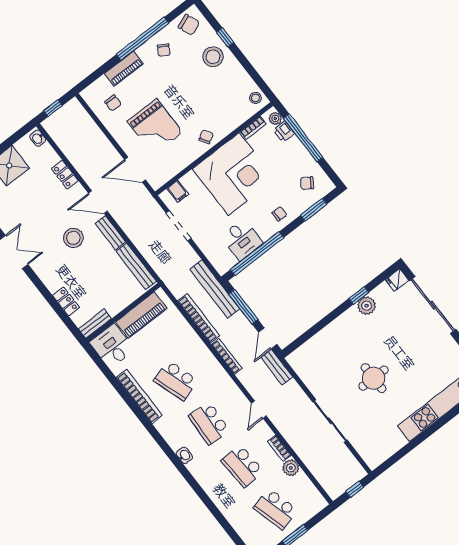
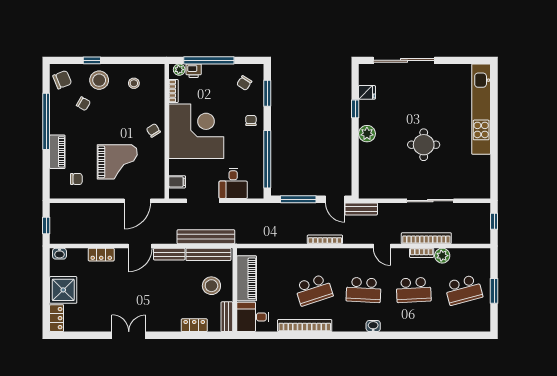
chair: (164, 50) -> (83, 104), moved
stool: (256, 98) -> (134, 83), moved
stool: (73, 238) -> (211, 286), moved
desk: (242, 240) -> (233, 183), moved, turned 90
fridge: (397, 280) -> (367, 92), moved, turned -90
bench: (215, 289) -> (206, 237), moved
plant: (367, 306) -> (367, 134), moved
bookcase: (199, 318) -> (426, 238), moved

